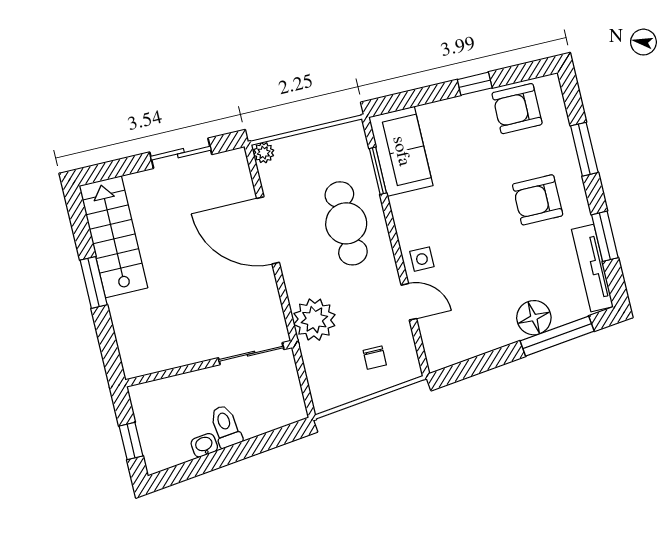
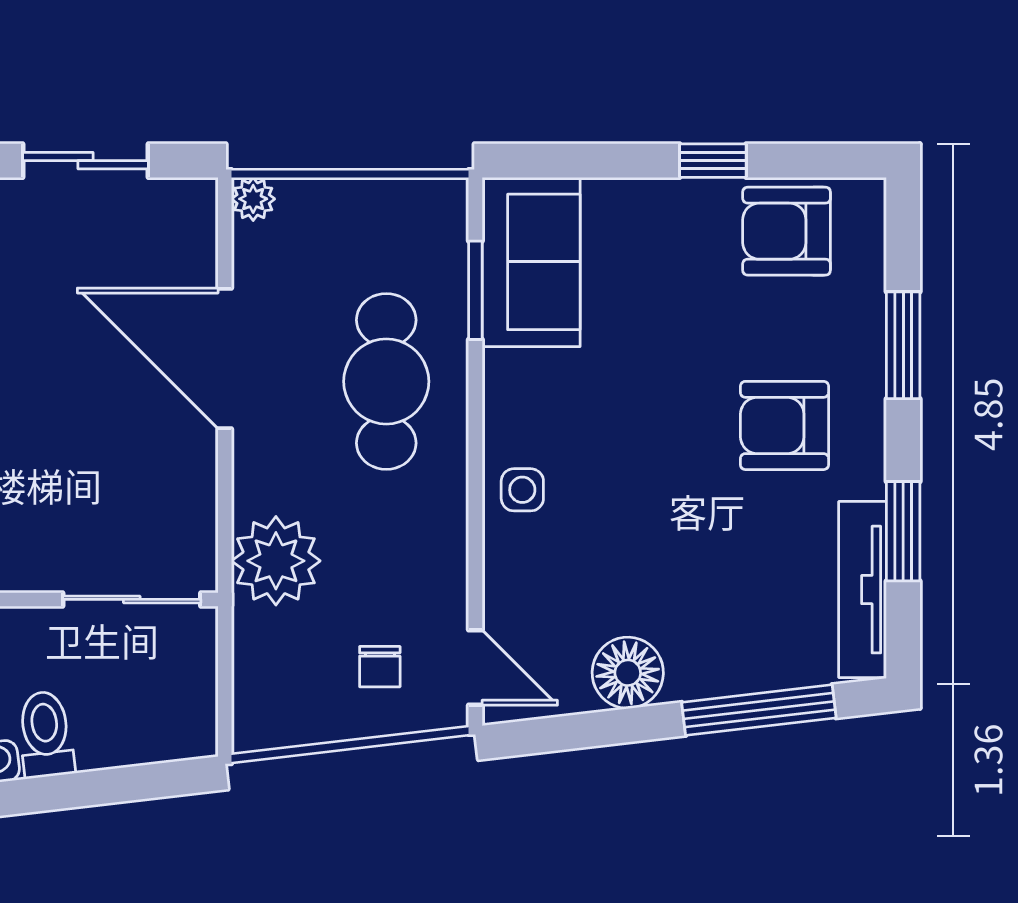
door: (409, 302) -> (475, 667), moved
floor lamp: (534, 318) -> (628, 673), moved

